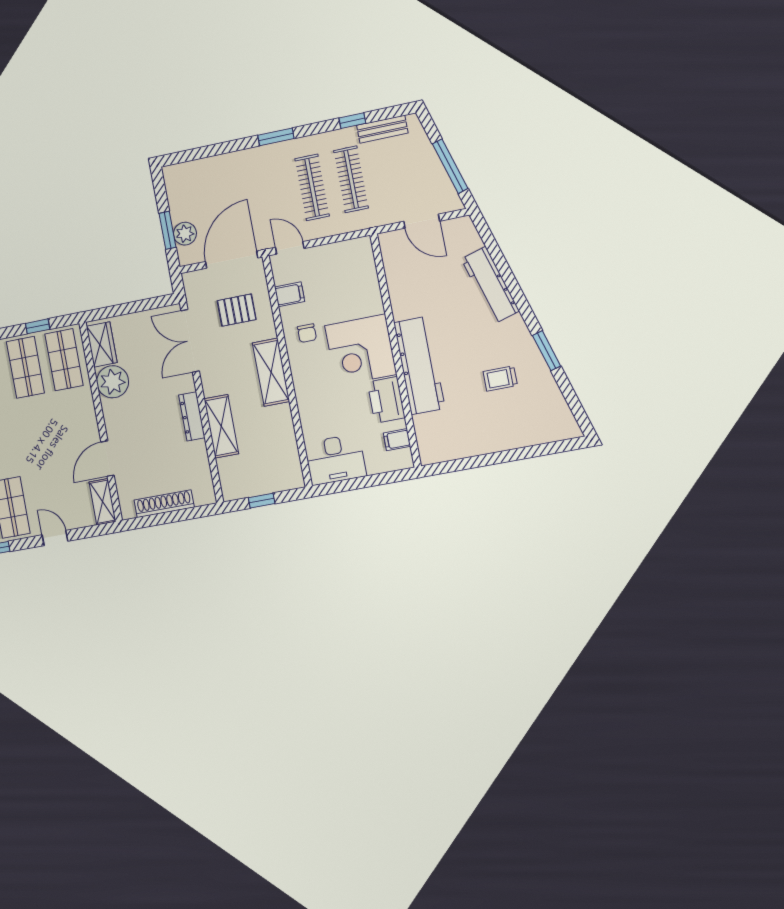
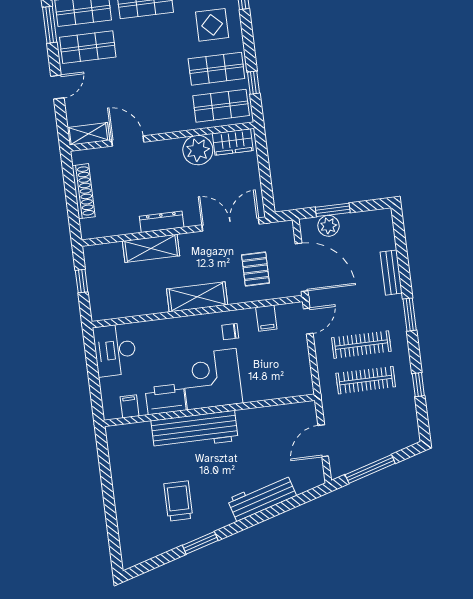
bench: (382, 129) -> (391, 273), moved
trolley: (500, 378) -> (178, 501), width x1.36, depth x1.39

